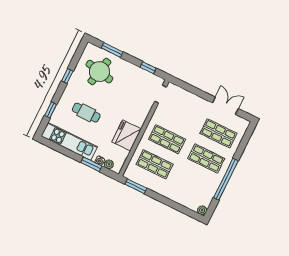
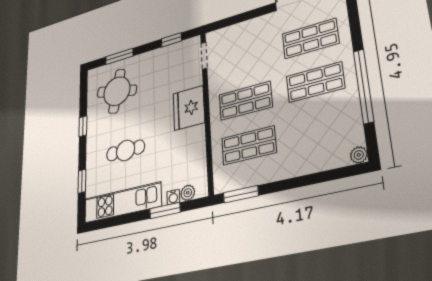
fridge: (127, 135) -> (189, 108), moved

